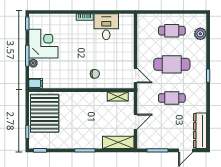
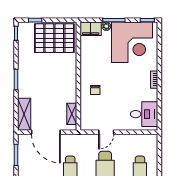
desk: (106, 27) -> (144, 114), moved
corner desk: (43, 44) -> (132, 42), width x1.36, depth x1.36
door: (136, 76) -> (106, 132), moved
filing cabinet: (36, 83) -> (91, 29), width x2.00
door: (136, 122) -> (46, 132), width x1.88

